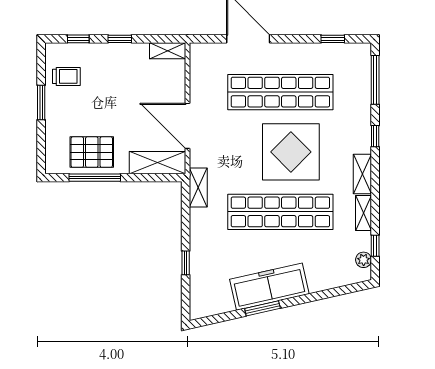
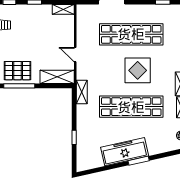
door: (188, 126) -> (75, 55), width x0.53
display table: (291, 152) -> (138, 70), width x0.73, depth x0.73
window: (262, 308) -> (139, 161), moved

